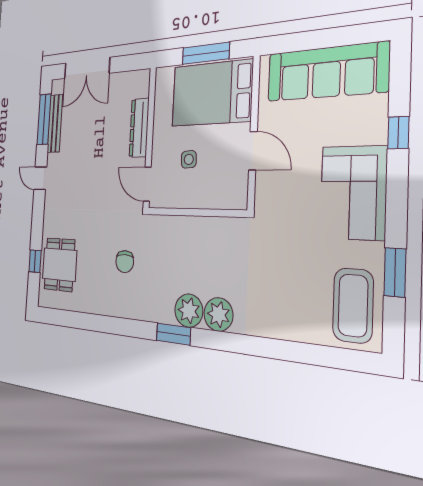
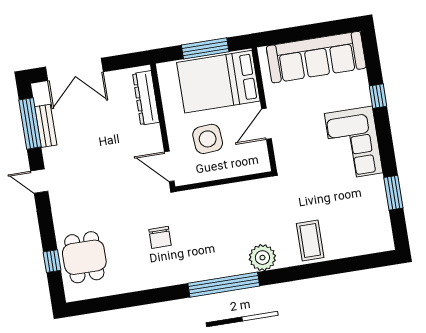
bench: (55, 123) -> (46, 126), width x0.73
dresser: (139, 128) -> (146, 98), moved
door: (253, 151) -> (266, 124), swing flipped
side table: (189, 159) -> (208, 139), width x1.87, depth x1.87
coffee table: (353, 305) -> (310, 241), moved, width x0.73, depth x0.76
plant: (189, 311) -> (234, 262), removed
window: (173, 334) -> (224, 285), width x2.11

